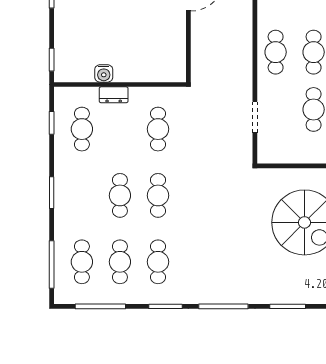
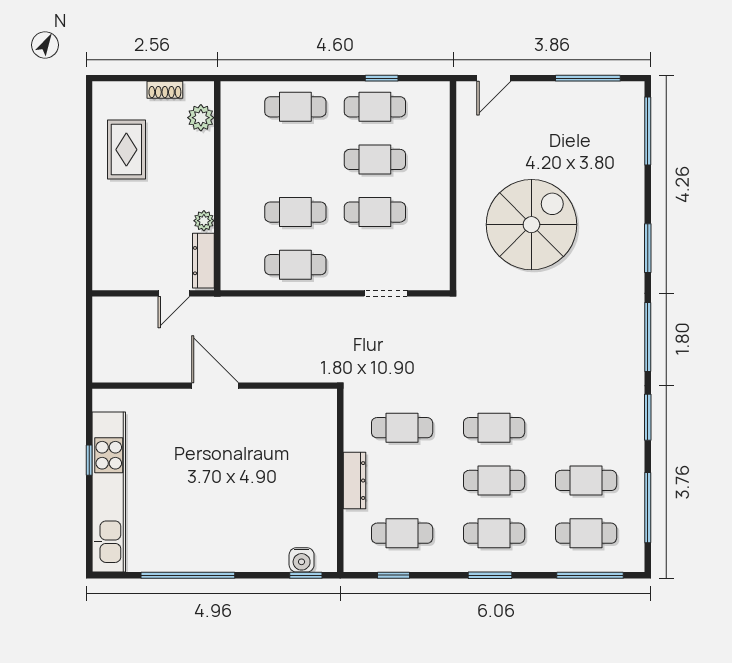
water cooler: (104, 73) -> (302, 560), moved, turned 90
dresser: (114, 95) -> (354, 481), width x1.44
cafe table: (158, 262) -> (494, 533), moved

